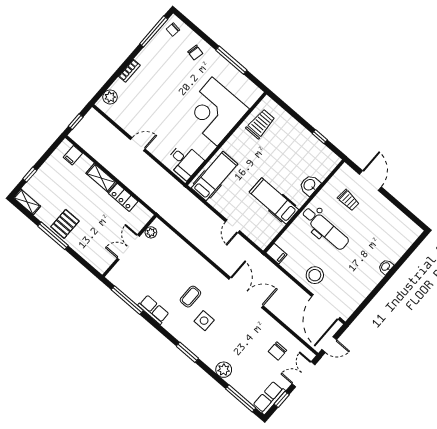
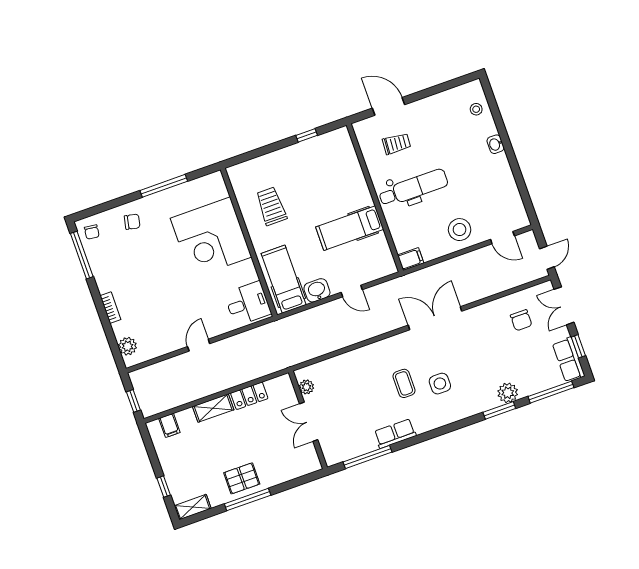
trolley: (260, 124) -> (271, 206), moved
washbasin: (310, 185) -> (317, 290), moved, turned 90
pallet: (65, 224) -> (242, 478), turned 90
stool: (402, 240) -> (476, 109), added
door: (326, 307) -> (502, 238), width x0.53
window: (187, 352) -> (499, 410), moved

